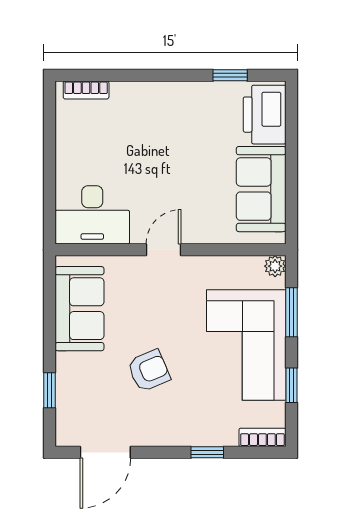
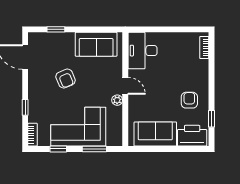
armchair: (193, 120) -> (189, 100), added
plant: (275, 266) -> (117, 100), moved

